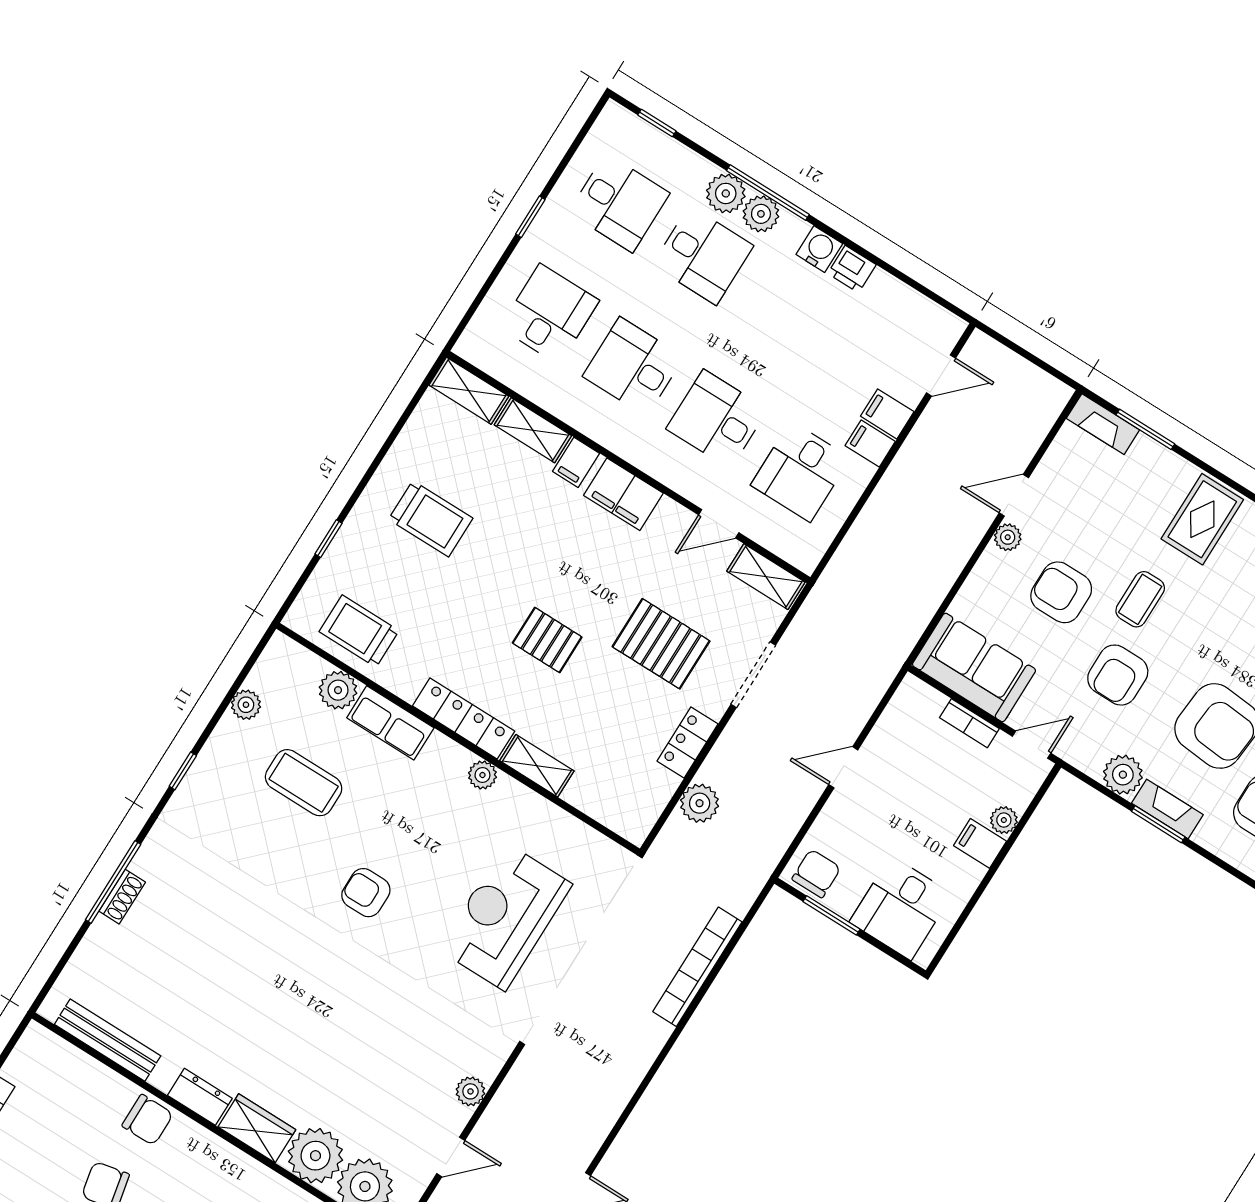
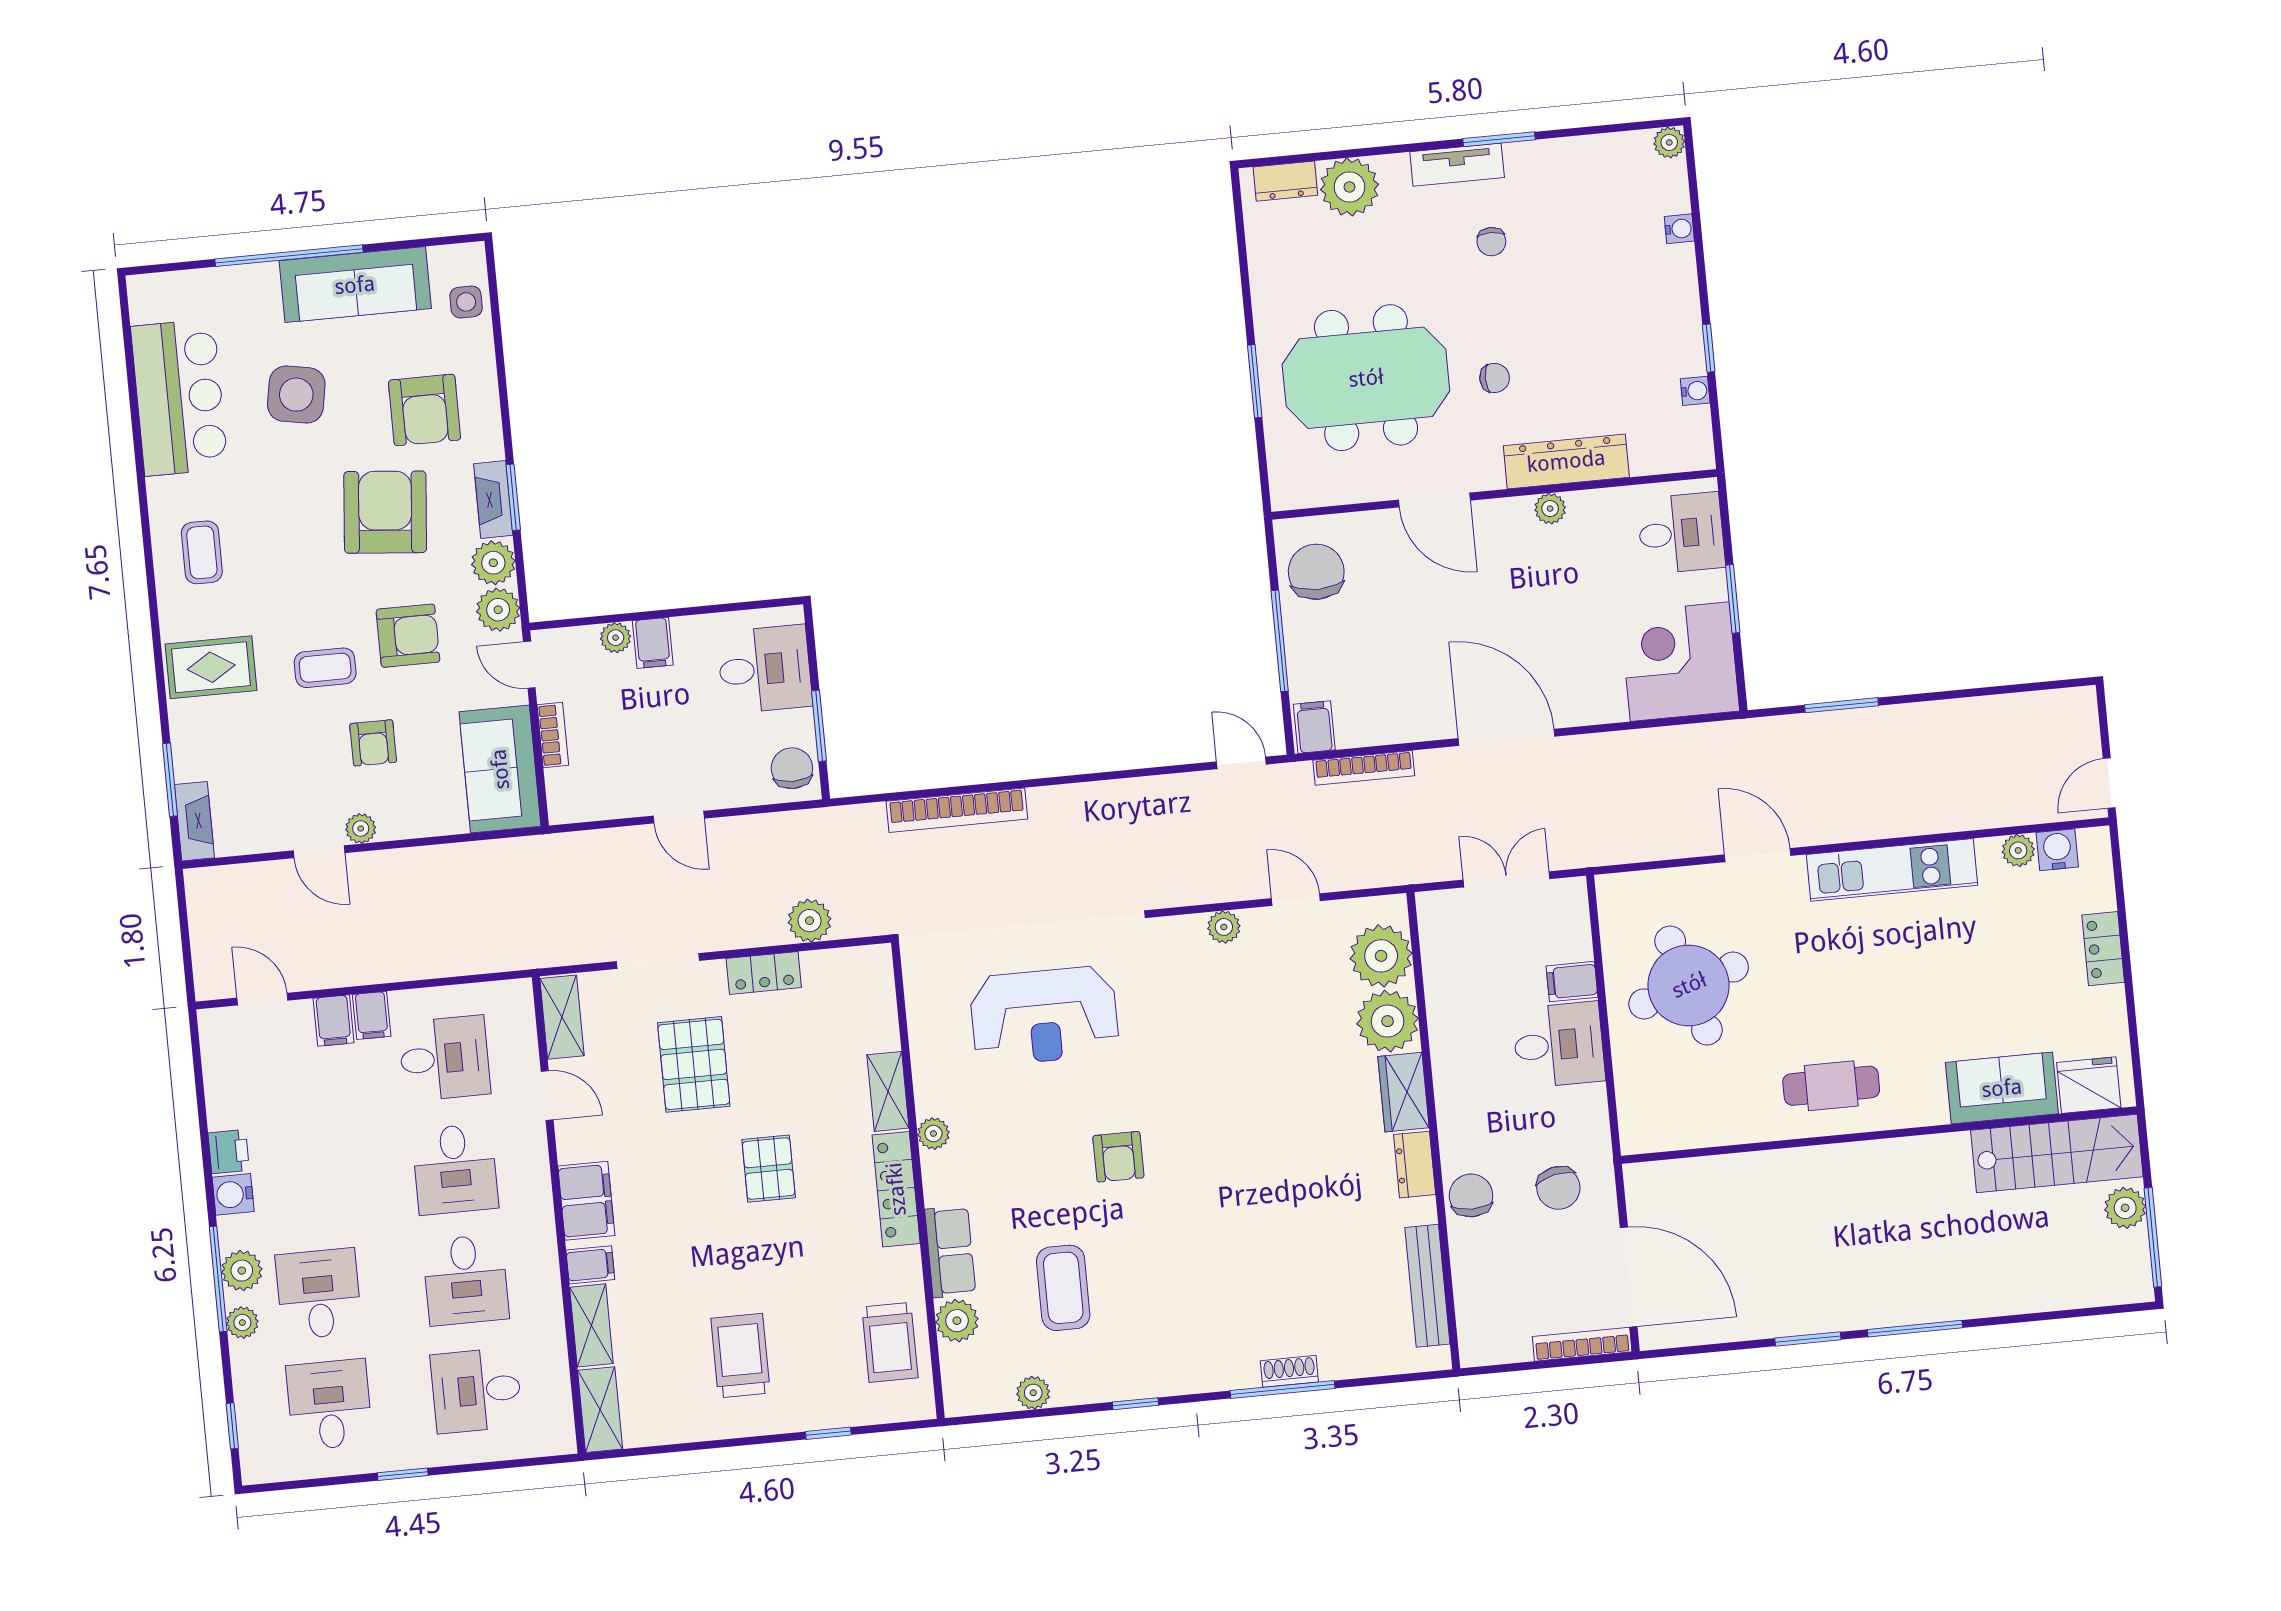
plant: (726, 193) -> (242, 1323), width x0.73, depth x0.73
armchair: (1061, 592) -> (373, 743), width x0.72, depth x0.72
plant: (1087, 753) -> (498, 610), added
chair: (816, 873) -> (792, 768), turned 90

